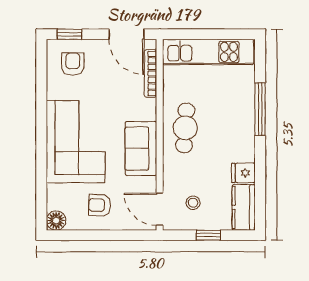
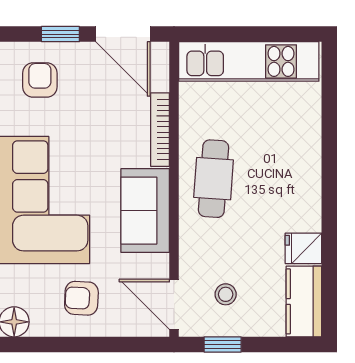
window: (69, 34) -> (60, 34), moved
bookcase: (151, 73) -> (160, 130), moved
window: (260, 109) -> (329, 150), removed
window: (208, 235) -> (223, 344), moved

